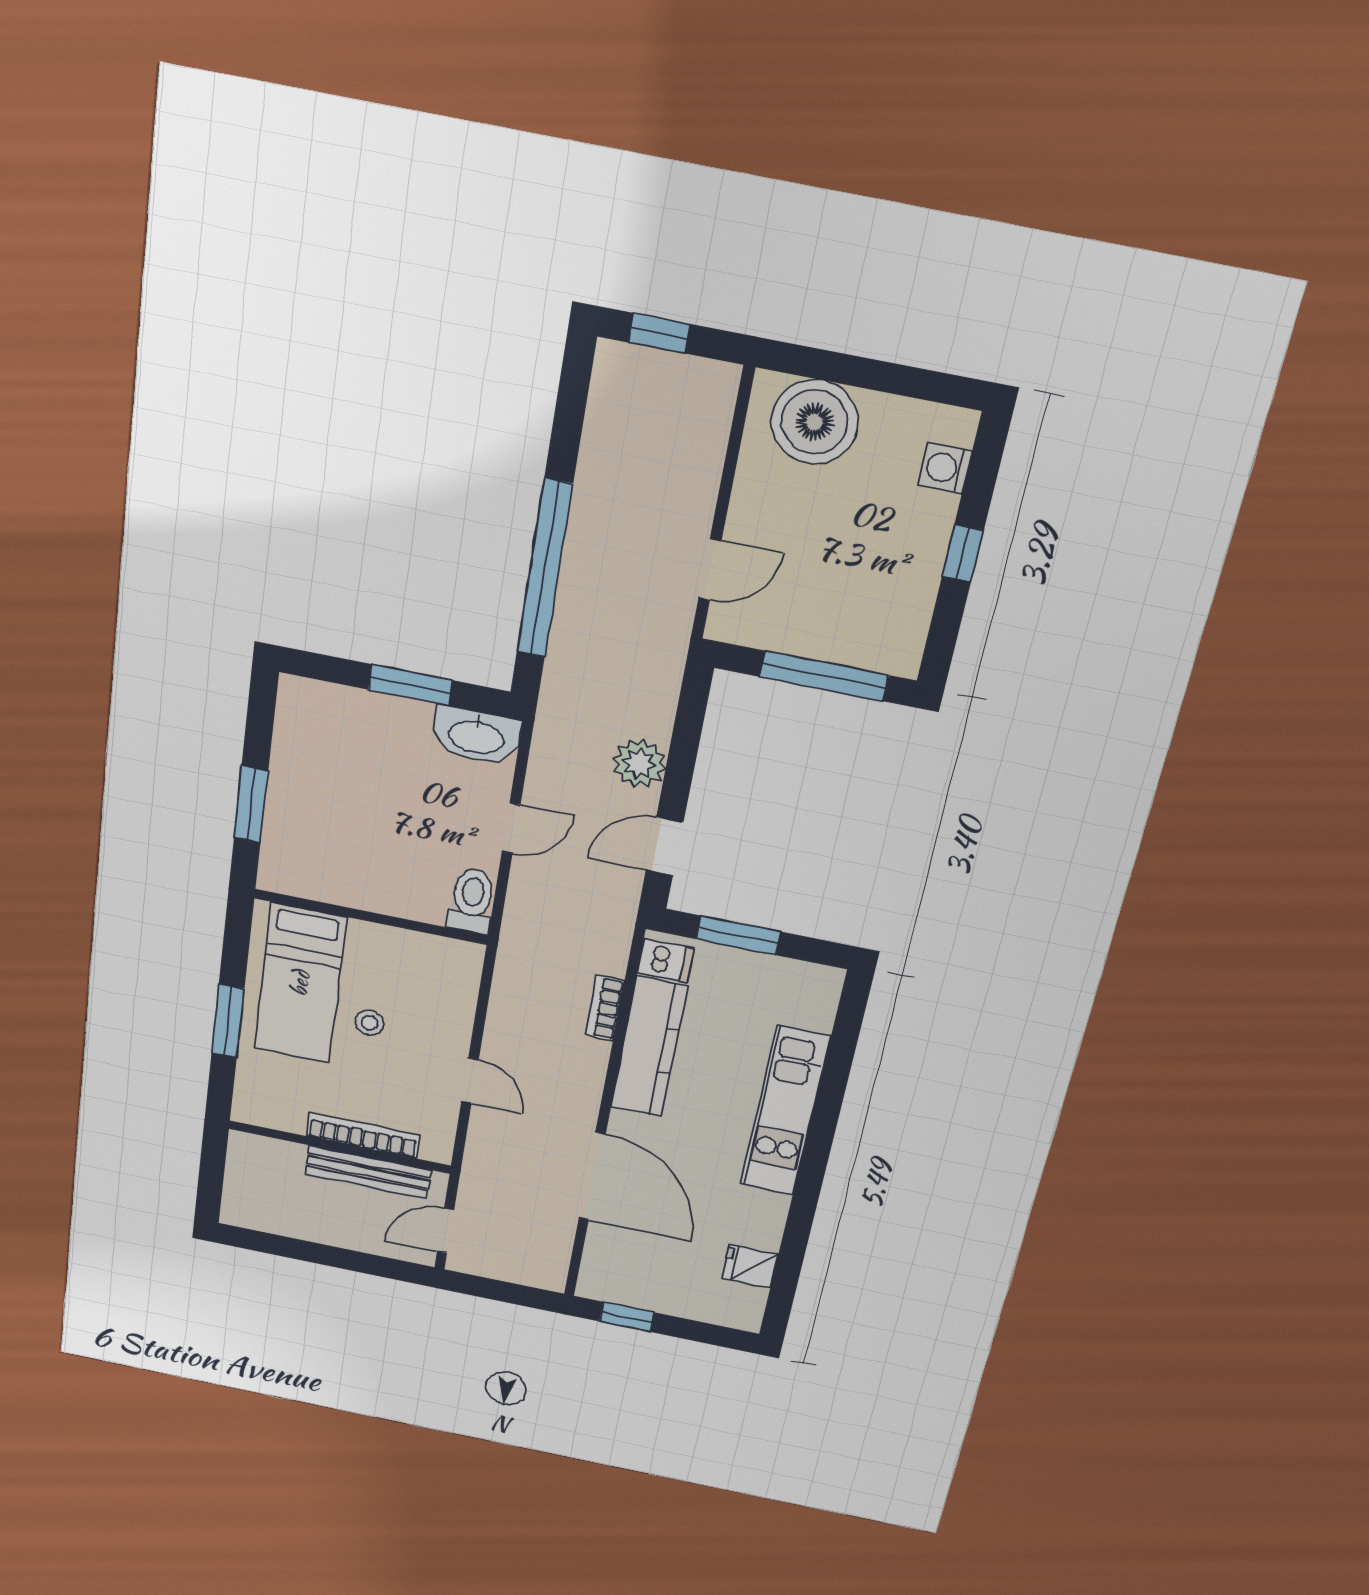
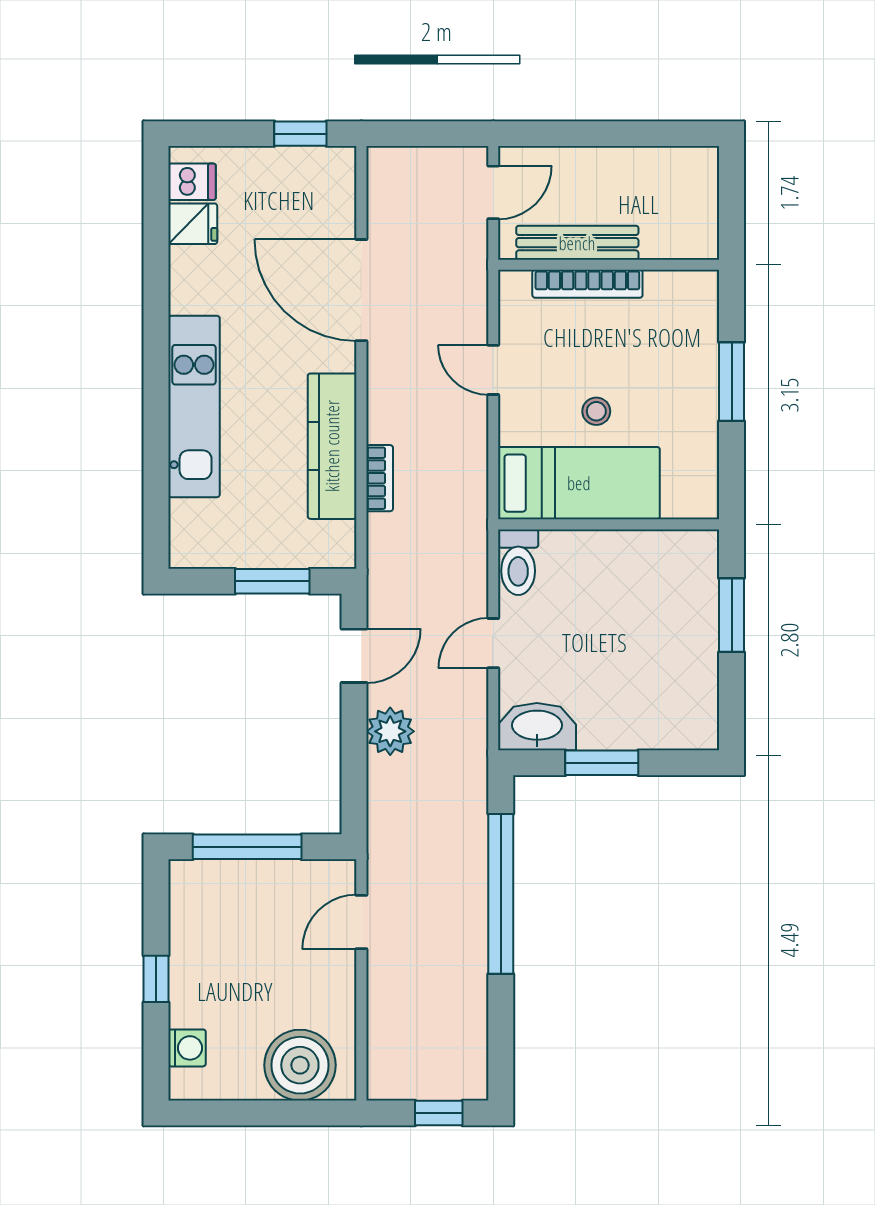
dishwasher: (666, 961) -> (192, 182), moved, turned 180
bed: (300, 983) -> (579, 483), moved, turned 90

